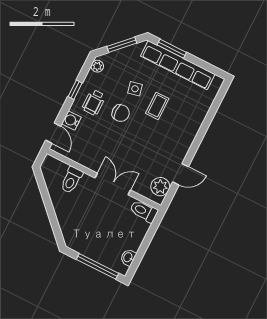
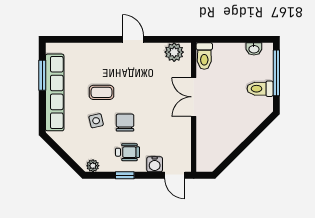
window: (122, 45) -> (62, 153), removed
window: (172, 49) -> (42, 75), moved
door: (53, 133) -> (175, 175), swing flipped
door: (180, 174) -> (133, 39), moved
toilet: (71, 180) -> (260, 89), moved, turned 180

